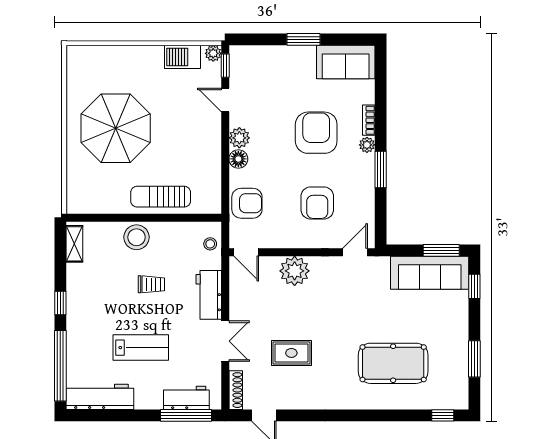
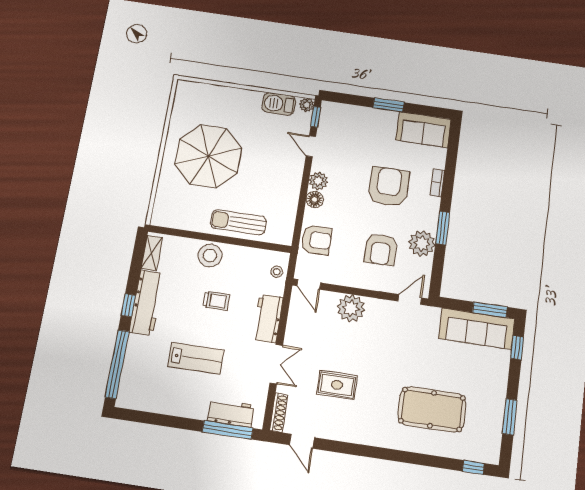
plant: (367, 145) -> (422, 243), moved, width x1.87, depth x1.87
workbench: (100, 397) -> (146, 303), moved, turned 90

